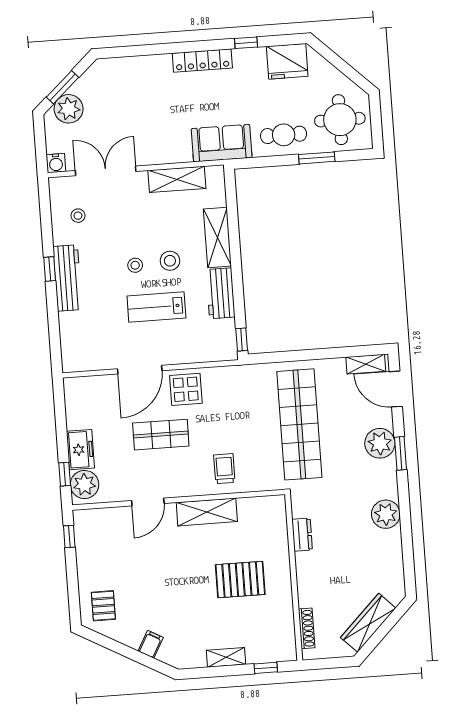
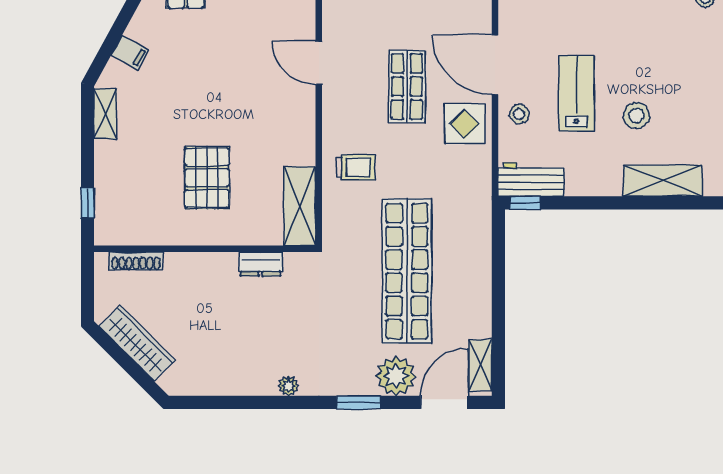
stool: (135, 265) -> (519, 114), moved
workbench: (221, 293) -> (531, 179), moved
shop shelf: (299, 424) -> (407, 271), turned 90
plant: (380, 443) -> (396, 376), moved
shelving: (207, 512) -> (300, 206), moved
plant: (386, 514) -> (288, 386), width x0.53, depth x0.53
shelving: (226, 657) -> (105, 114), moved

